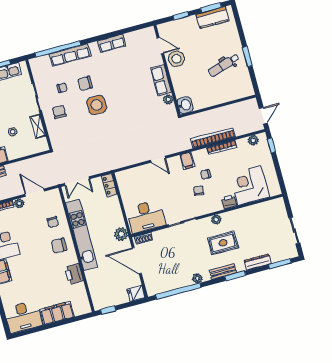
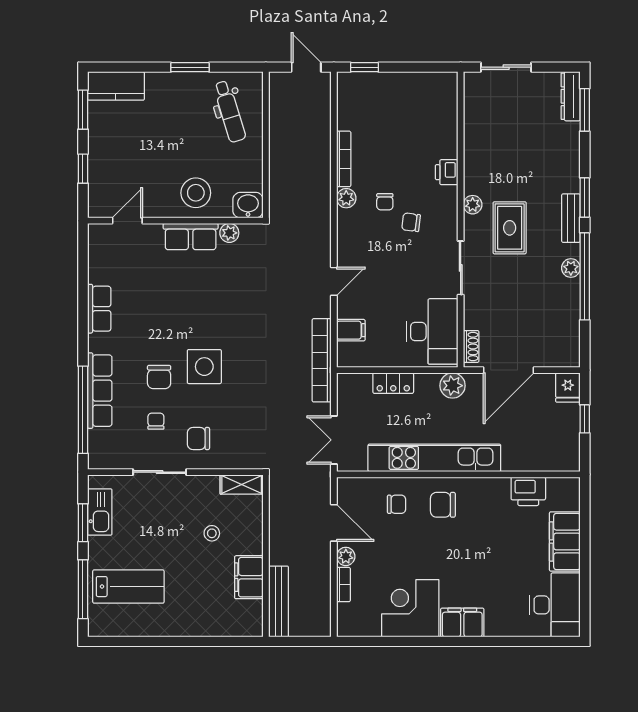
kitchen counter: (213, 18) -> (116, 86), moved, turned 90
stool: (176, 59) -> (196, 193), moved
dental chair: (224, 65) -> (230, 111), moved
shelving: (38, 126) -> (242, 484), moved
bookcase: (213, 138) -> (322, 360), moved
plant: (253, 140) -> (346, 198), moved
filing cabinet: (187, 161) -> (351, 330), moved
double door: (77, 181) -> (334, 440), swing flipped
locker: (109, 185) -> (393, 383), moved
corner desk: (250, 186) -> (427, 127), removed
door: (35, 193) -> (334, 523), swing flipped
sliding door: (294, 230) -> (506, 67), moved
rug: (223, 243) -> (510, 228), moved
chair: (59, 246) -> (443, 505), turned 90
dresser: (258, 262) -> (571, 96), moved
printer: (74, 274) -> (528, 491), moved
window: (178, 291) -> (585, 276), moved
window: (108, 310) -> (585, 419), moved

